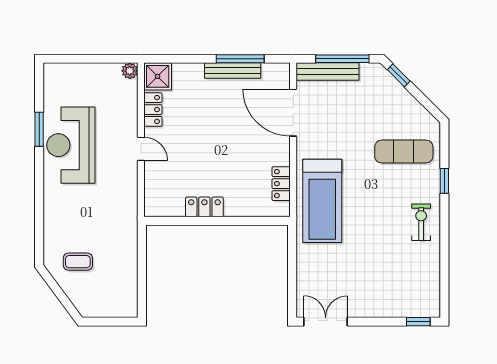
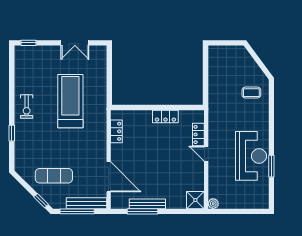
locker: (153, 110) -> (198, 134), moved
exercise mat: (404, 152) -> (54, 176), moved
treadmill: (322, 201) -> (70, 101), moved
coffee table: (78, 262) -> (251, 93), moved
double door: (326, 322) -> (75, 43), moved

